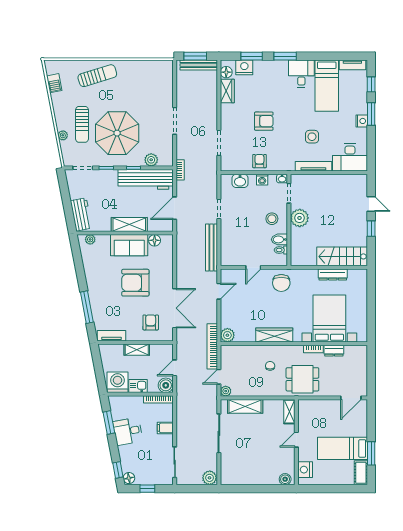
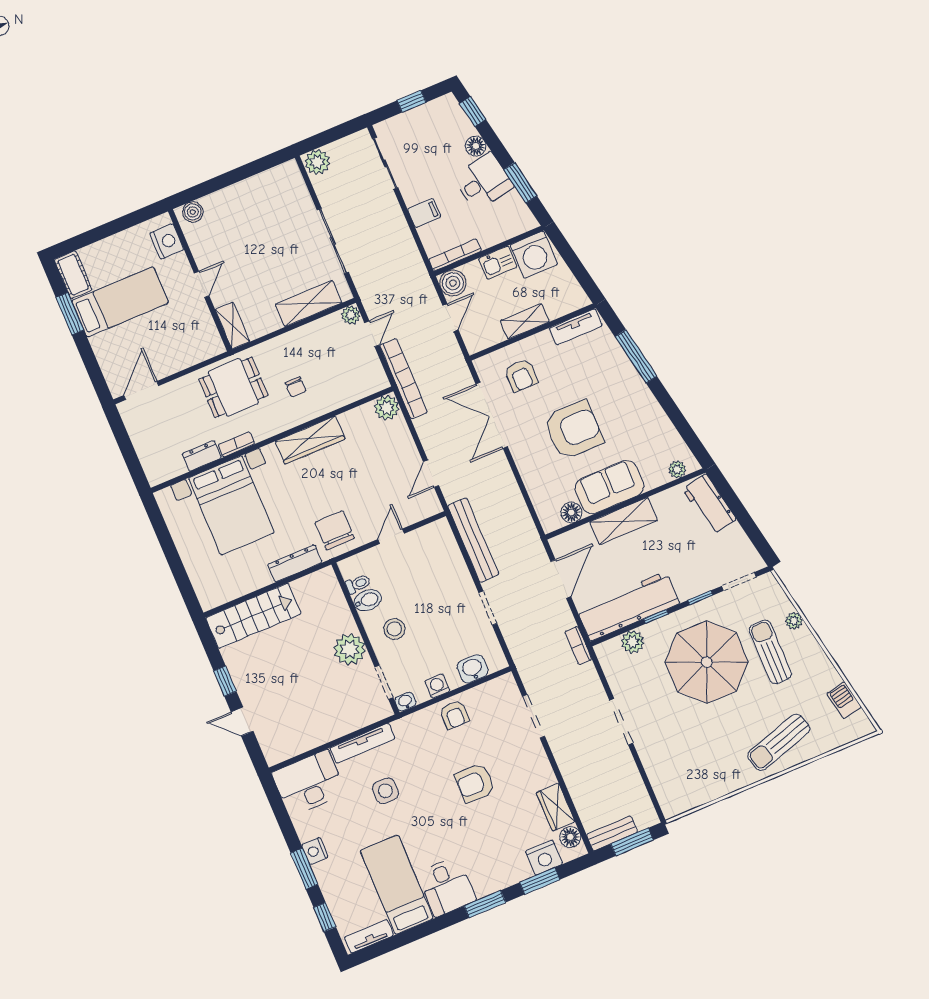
bench: (199, 65) -> (612, 833), width x0.73
dresser: (333, 275) -> (295, 563), moved
floor lamp: (129, 478) -> (476, 146), moved

